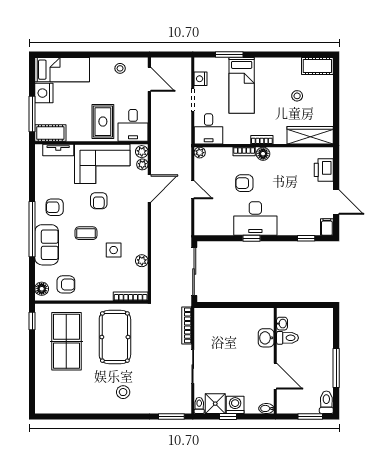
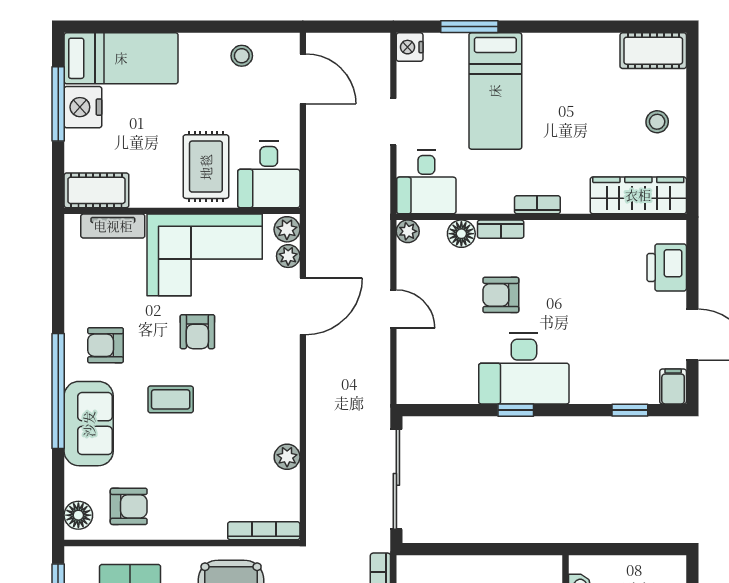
nightstand: (201, 79) -> (410, 47), moved
stool: (297, 96) -> (657, 122), moved
window: (32, 114) -> (58, 104), moved
floor lamp: (263, 154) -> (461, 234), moved
side table: (114, 250) -> (228, 434), removed

